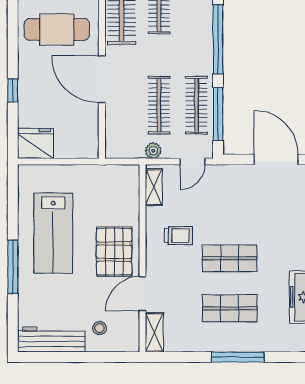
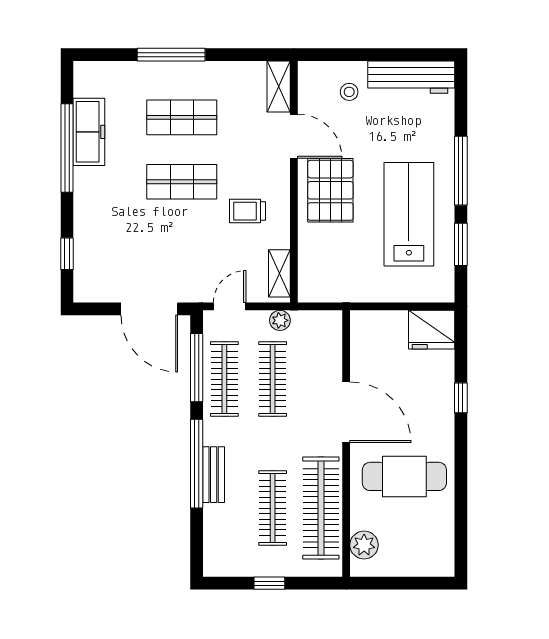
bench: (205, 31) -> (214, 475), added
door: (276, 160) -> (149, 309), moved
window: (13, 210) -> (461, 244), added
door: (143, 294) -> (294, 136), hinge flipped

